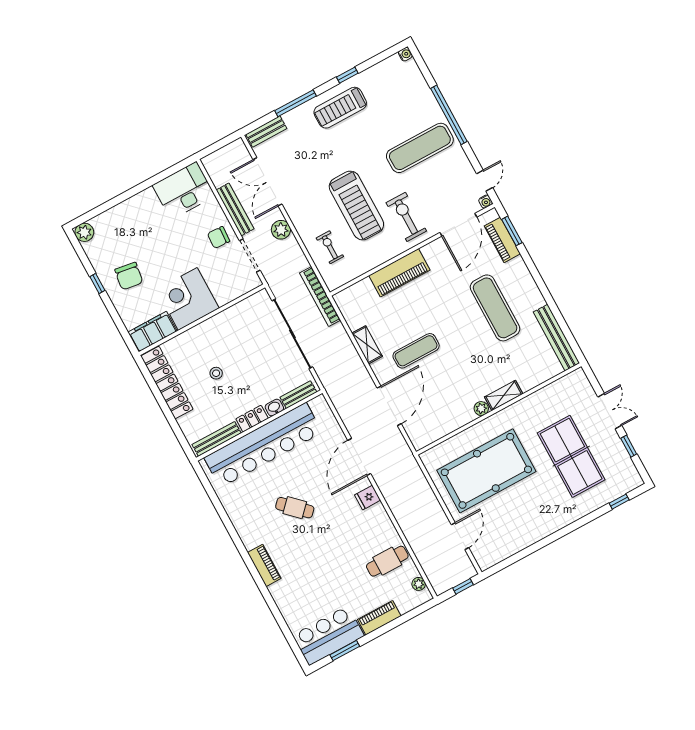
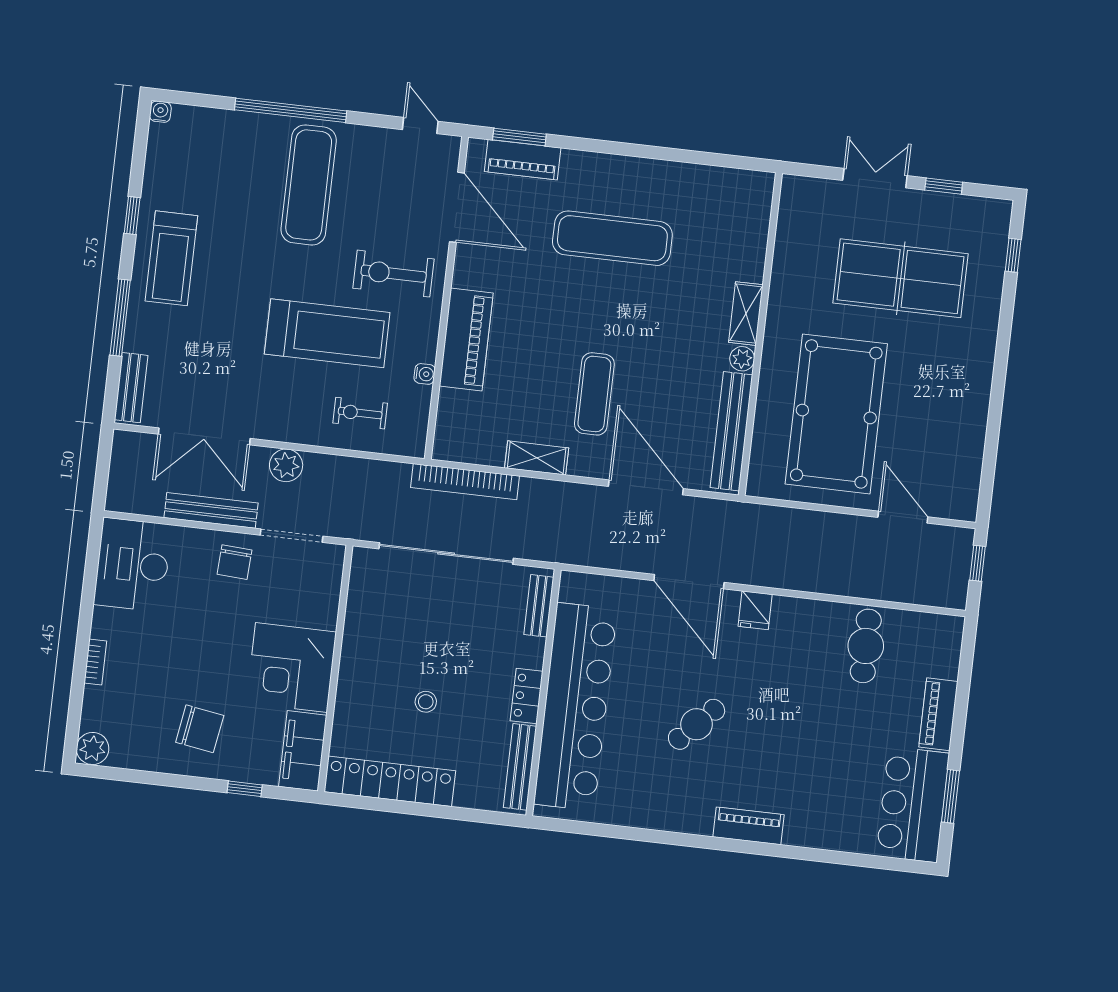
water cooler: (486, 202) -> (425, 374), moved
bookcase: (126, 205) -> (95, 662), added
window: (97, 283) -> (245, 789), moved
bookcase: (320, 297) -> (465, 482), moved
bench: (556, 338) -> (731, 431), moved, turned 90
washbasin: (274, 408) -> (533, 653), removed
plant: (419, 584) -> (930, 624), removed

